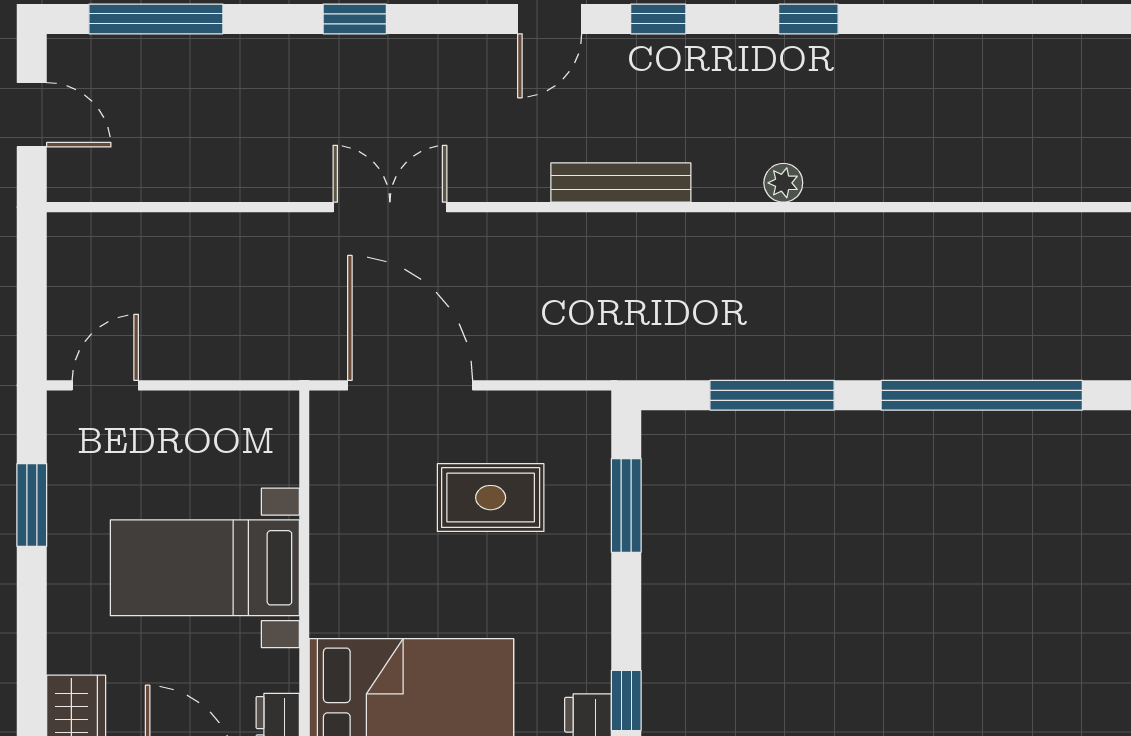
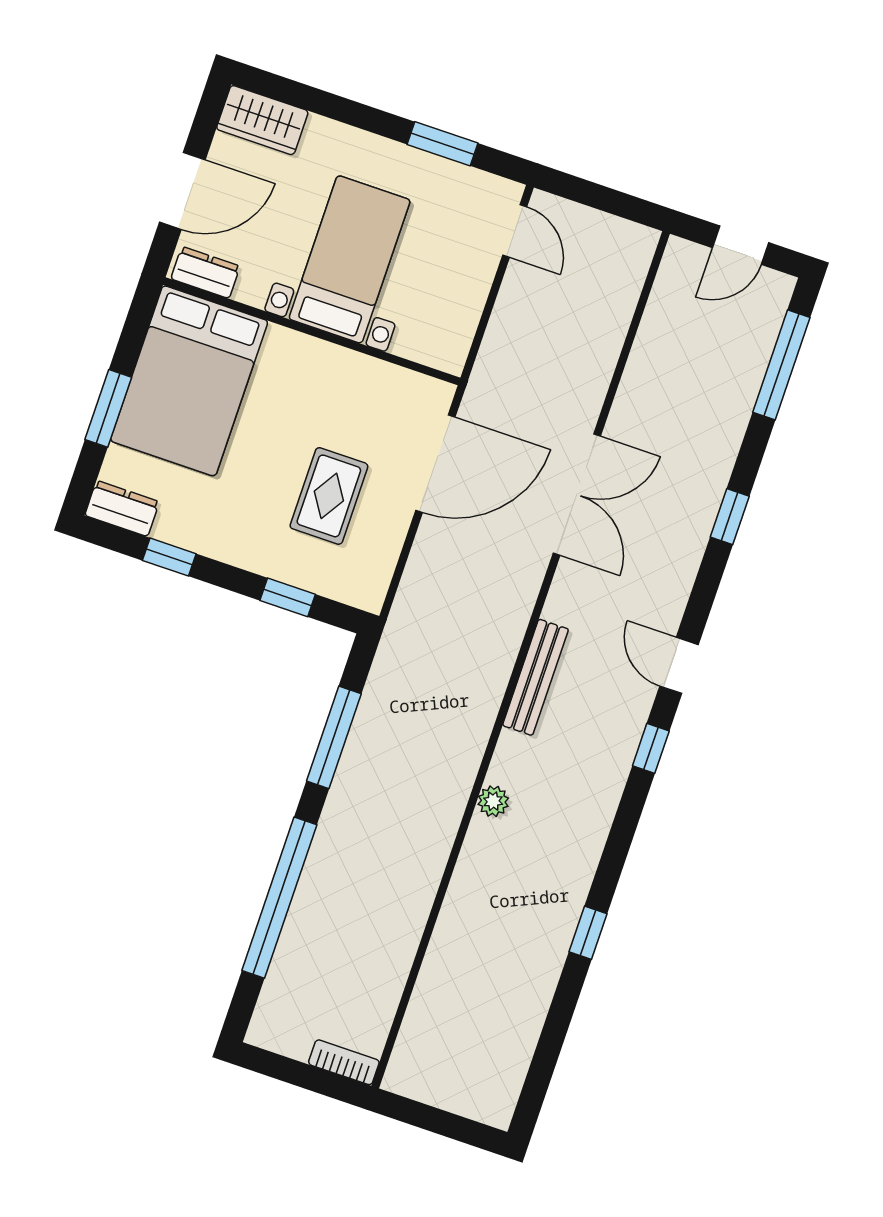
window: (808, 19) -> (588, 933), moved
double door: (390, 207) -> (577, 495), width x1.37
window: (626, 505) -> (288, 597), width x0.67
window: (626, 700) -> (169, 557), moved

